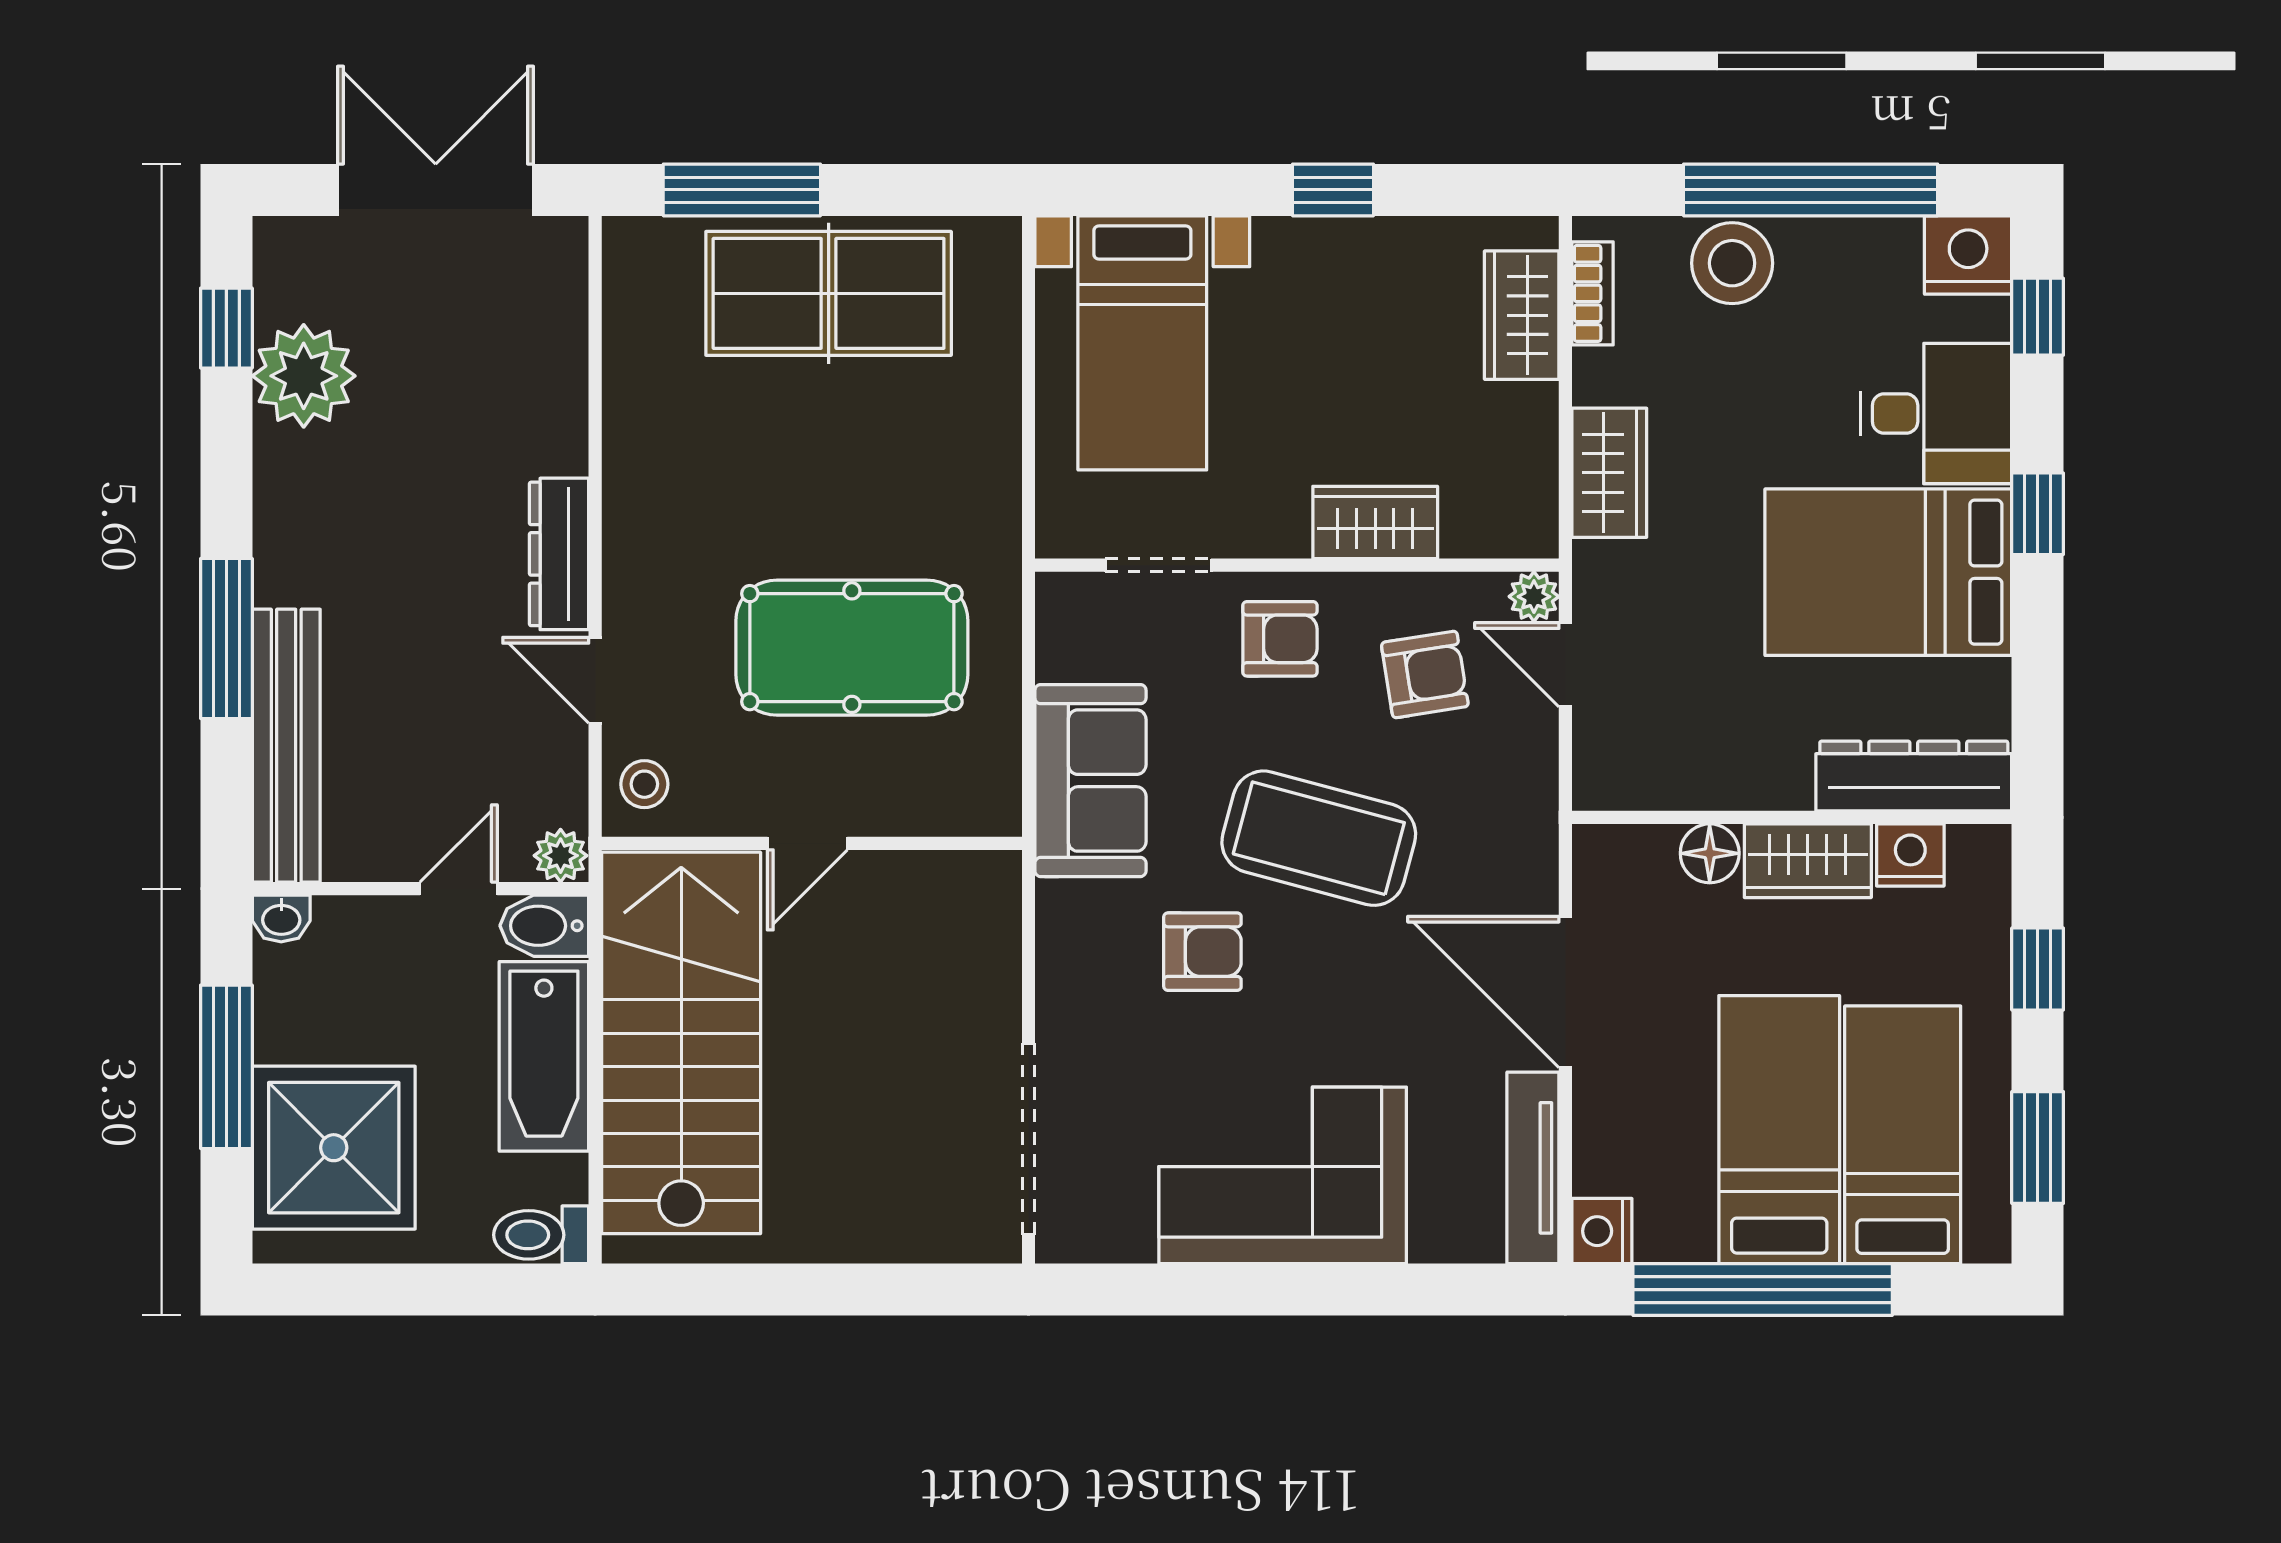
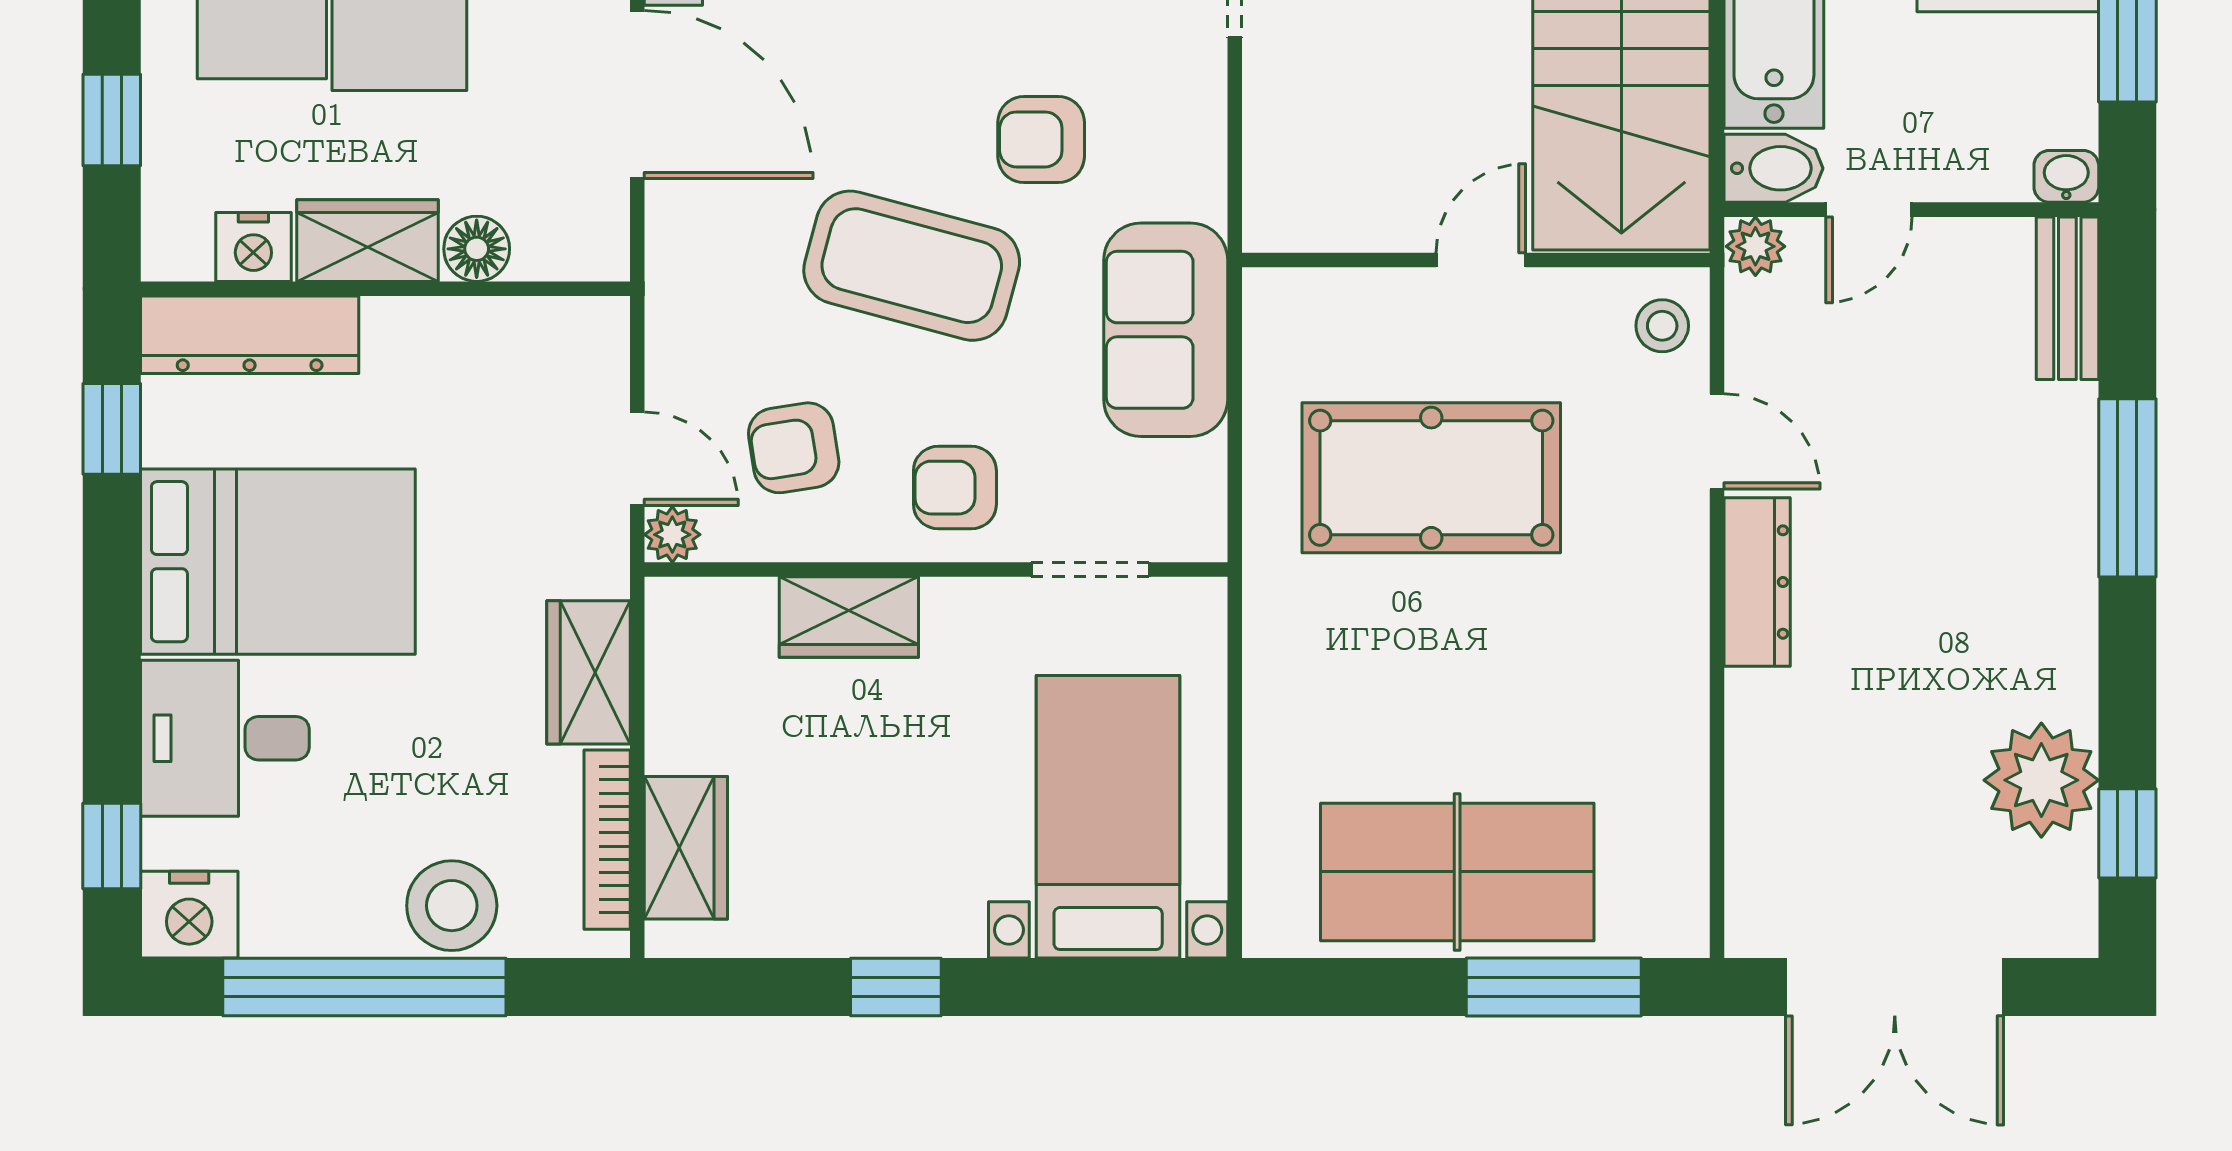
bookcase: (1593, 293) -> (607, 840), width x1.56
window: (2038, 514) -> (112, 429), moved
bench: (286, 746) -> (2067, 298), width x0.54, depth x0.82

